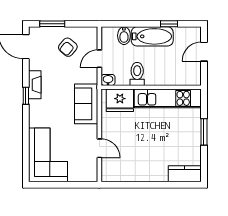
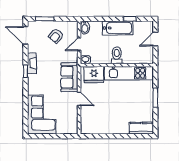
bidet: (124, 36) -> (85, 27), moved
toilet: (137, 74) -> (117, 55), moved
door: (99, 148) -> (79, 99), moved

